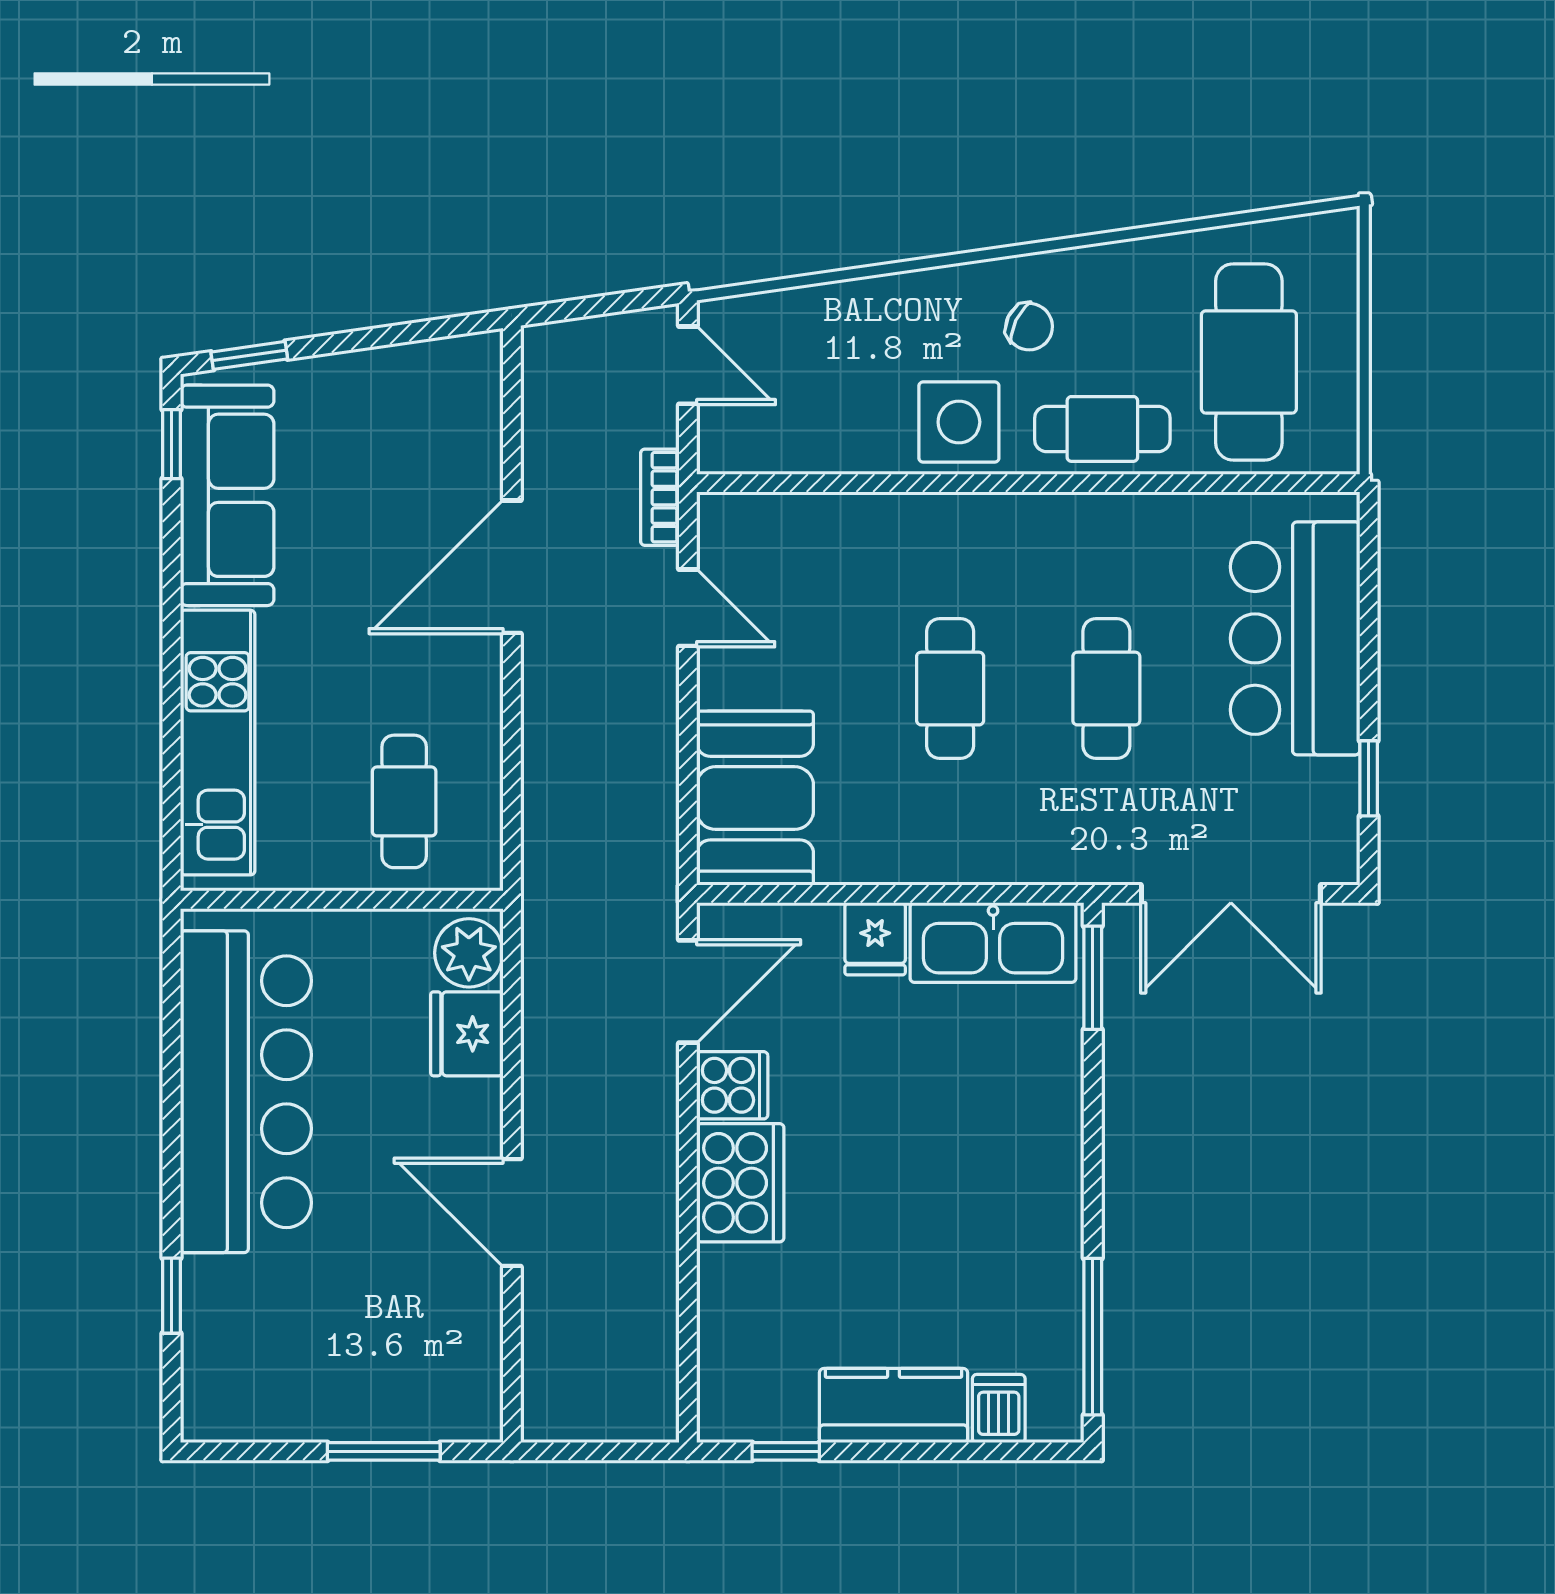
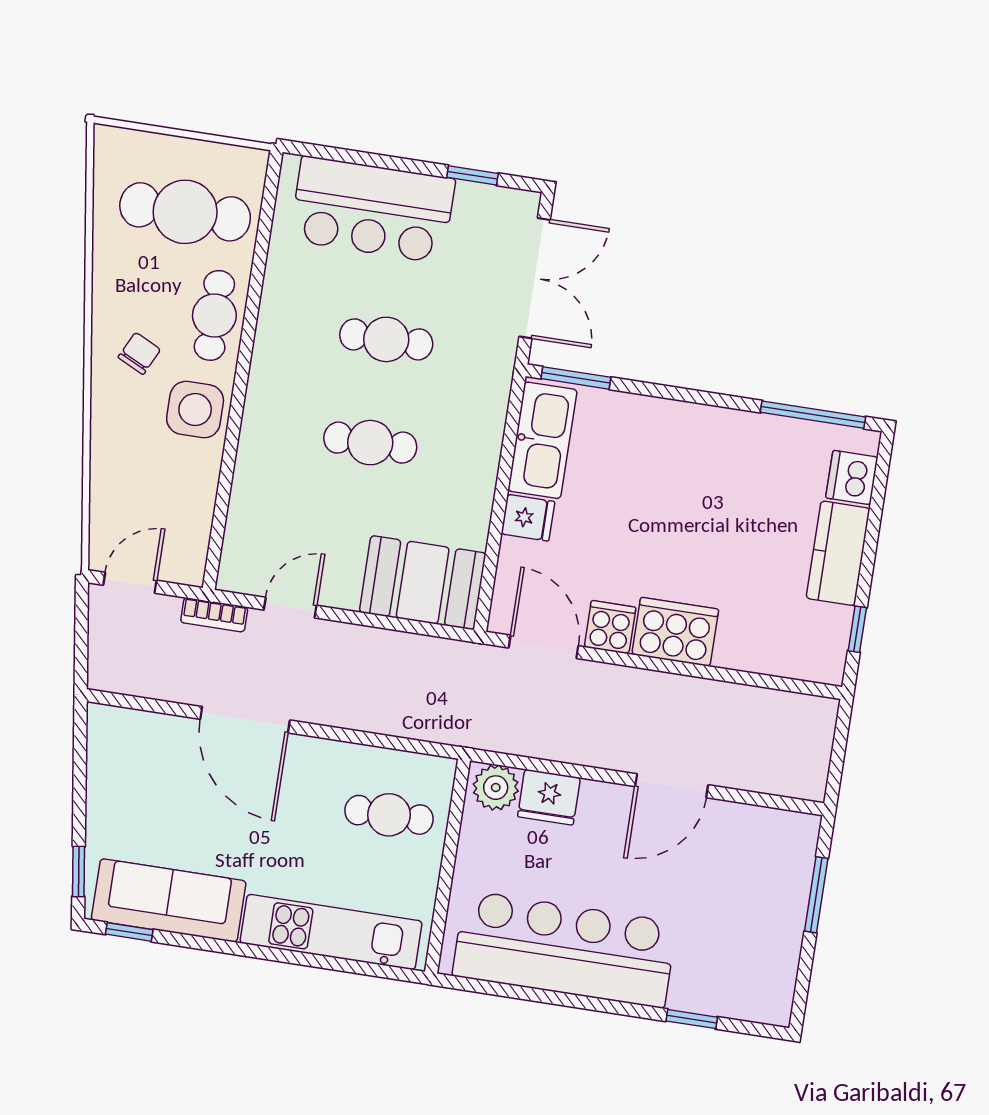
dishwasher: (999, 1409) -> (852, 478), width x1.38

